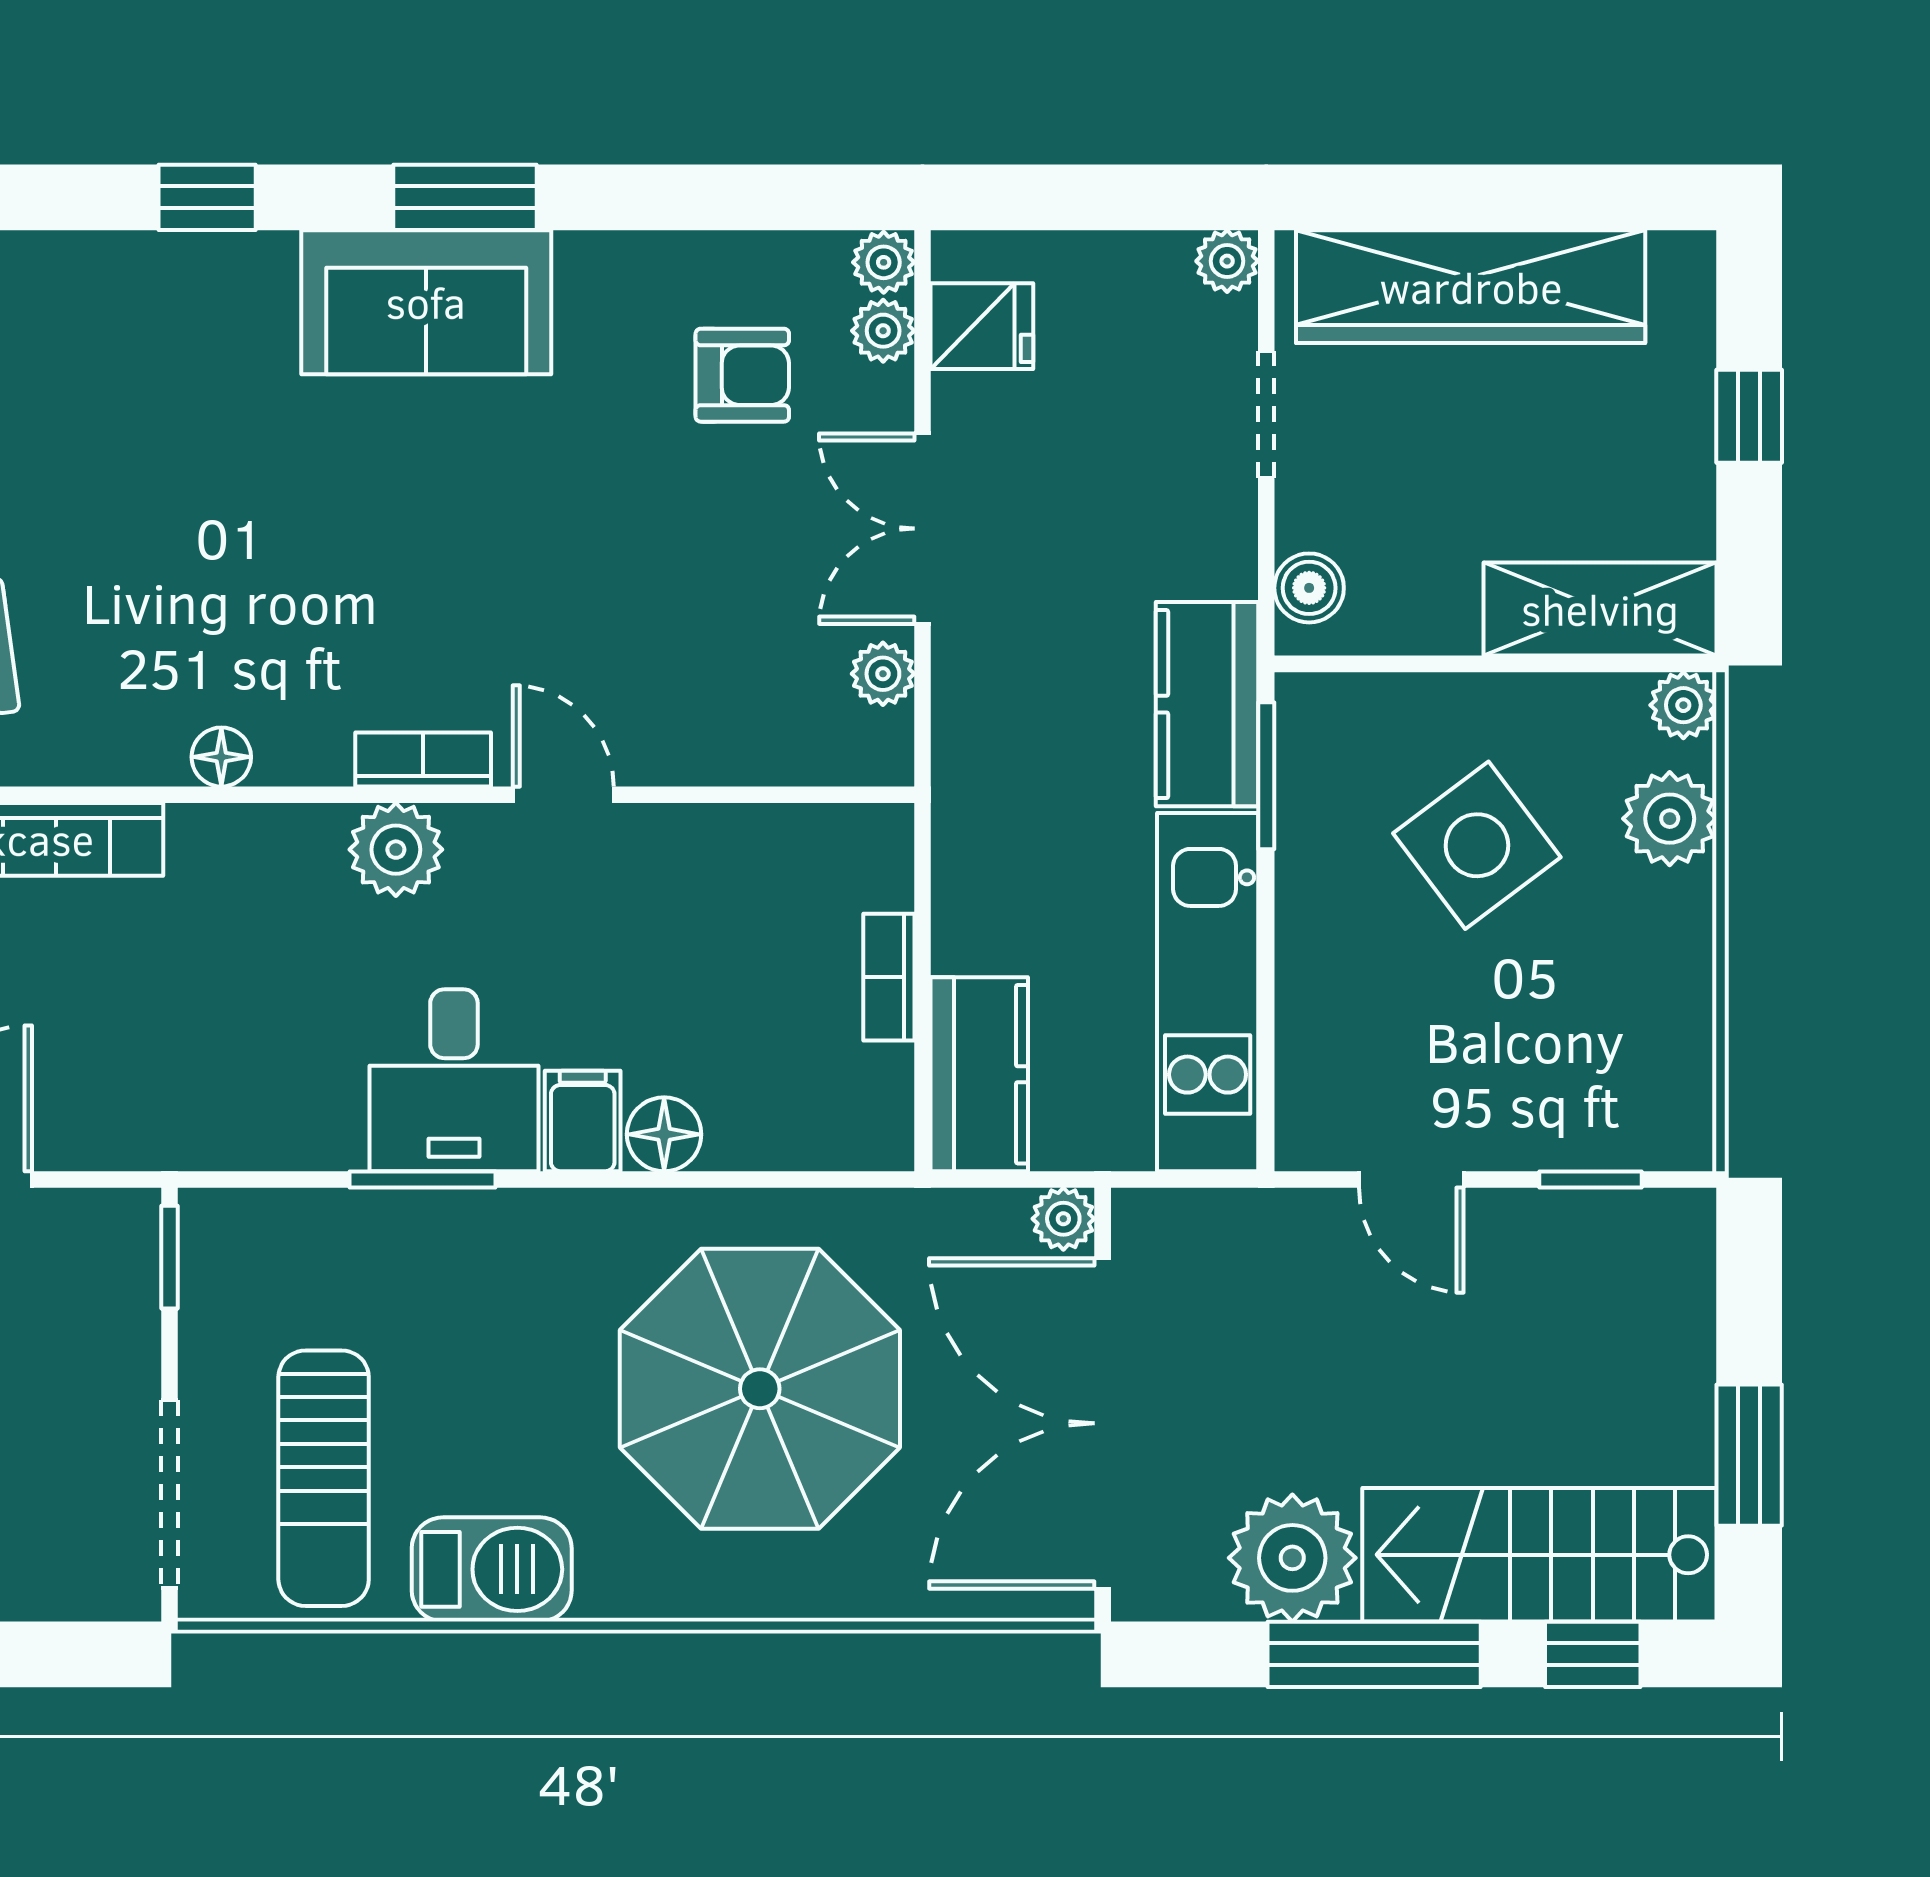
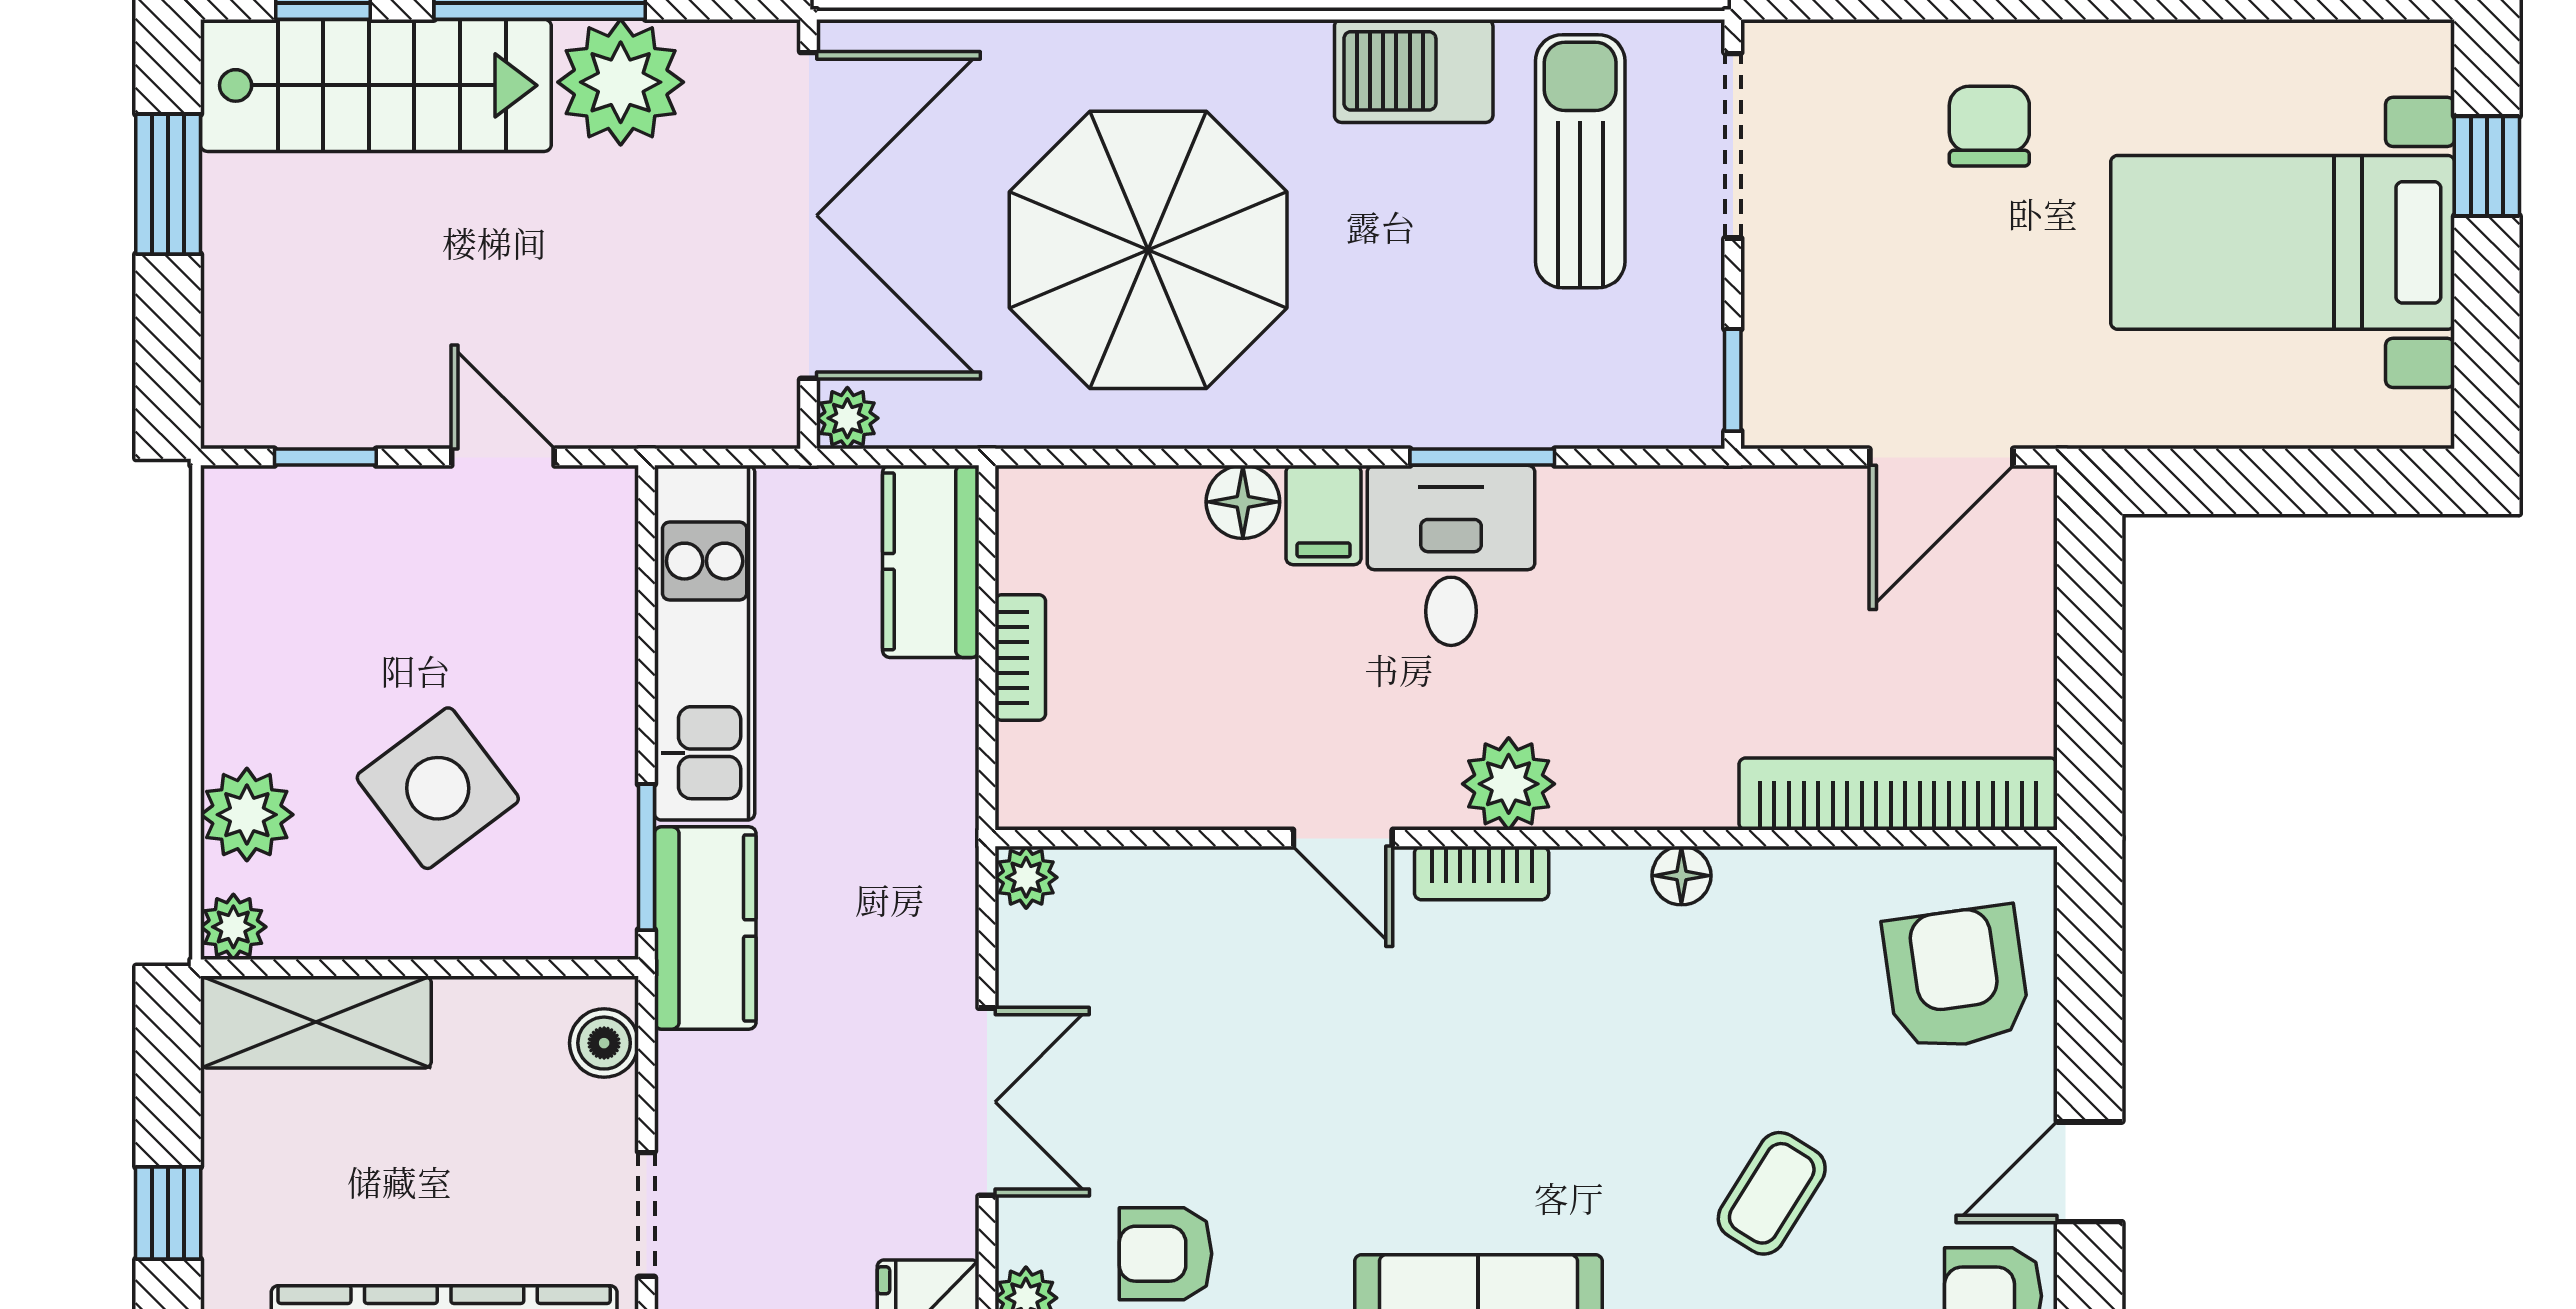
coffee table: (130, 436) -> (1772, 1193), added
plant: (883, 674) -> (1026, 877), moved

